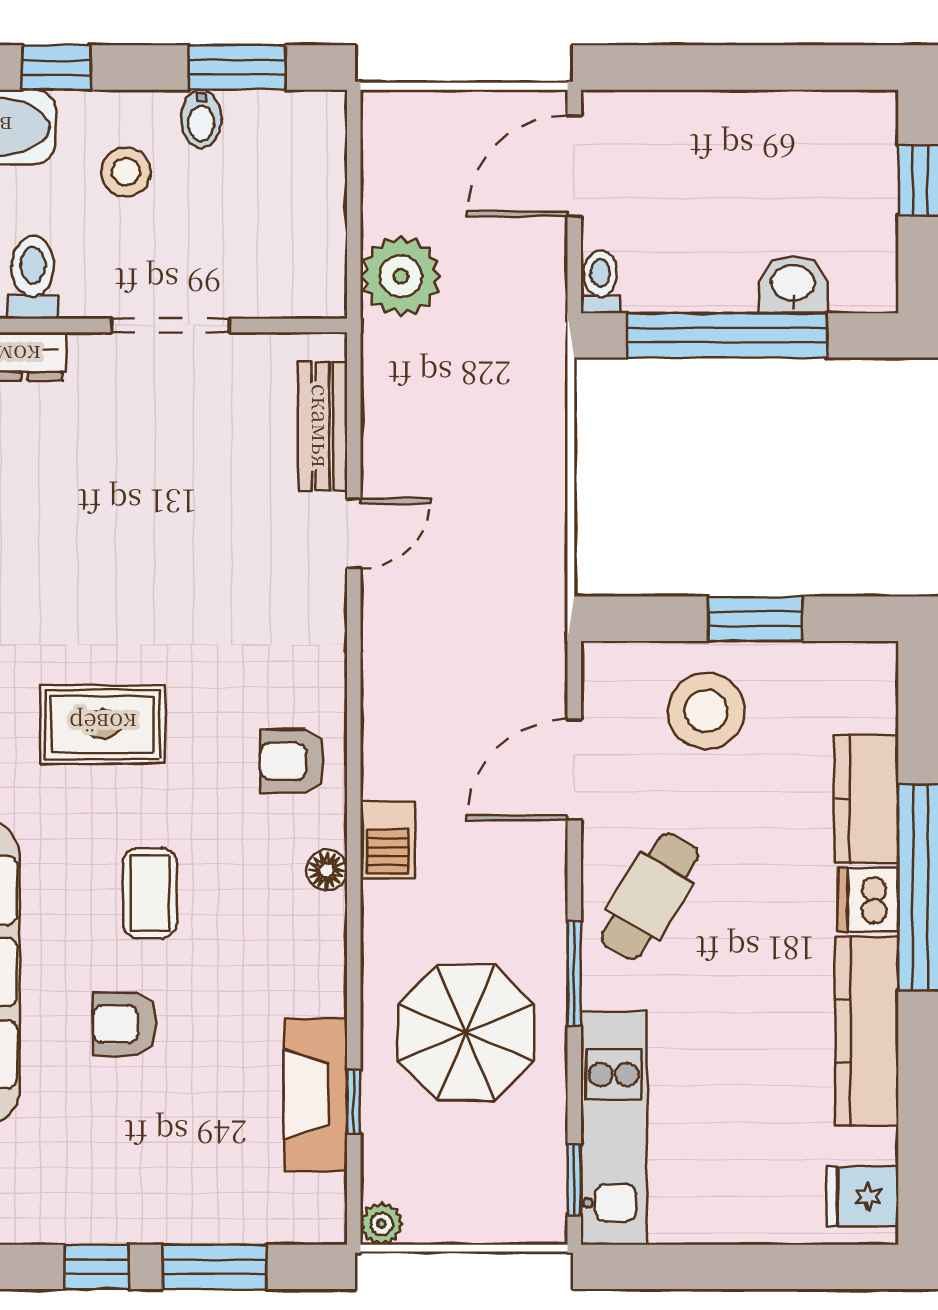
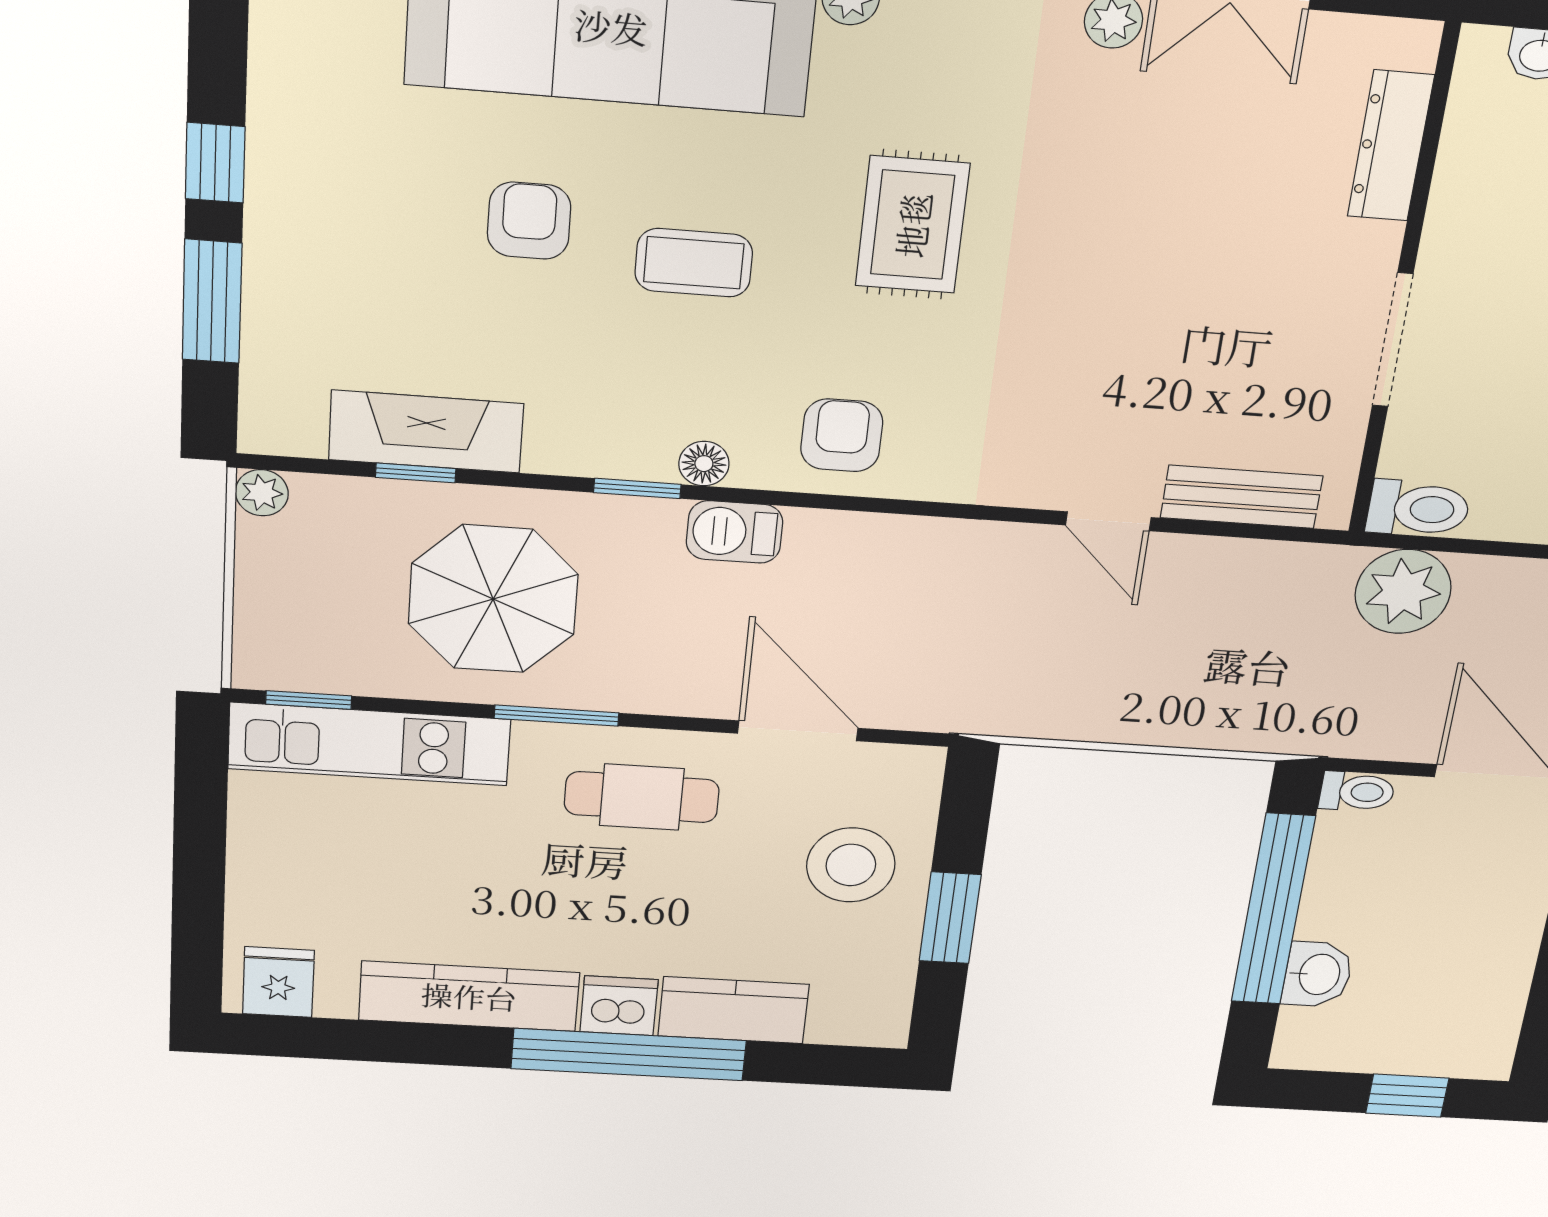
toilet: (33, 277) -> (1418, 509), moved
cafe table: (650, 896) -> (642, 797), turned -31
window: (354, 922) -> (637, 488), added

